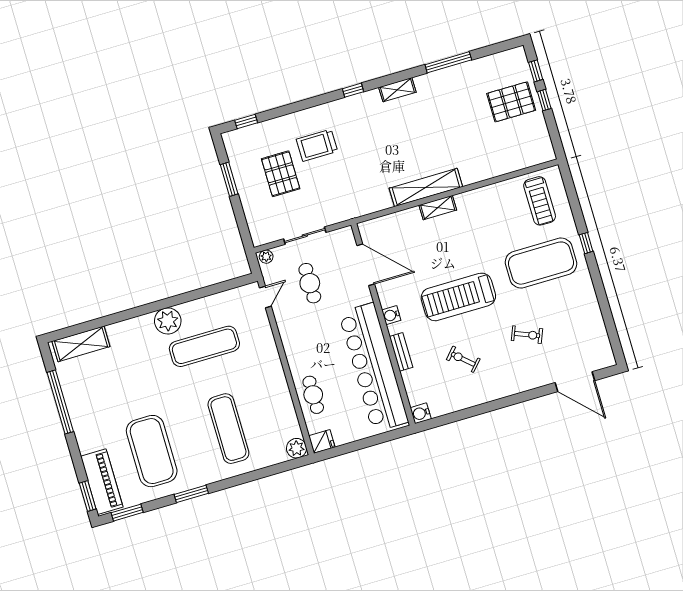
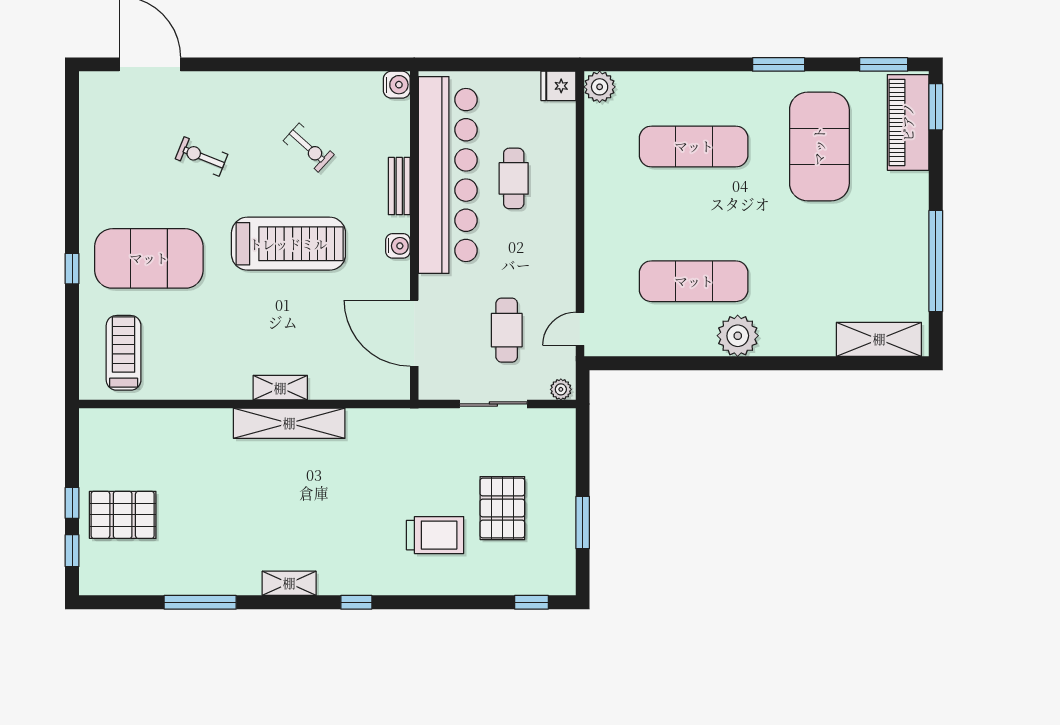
cafe table: (313, 395) -> (514, 178), moved
exercise mat: (228, 429) -> (694, 146), turned 90

